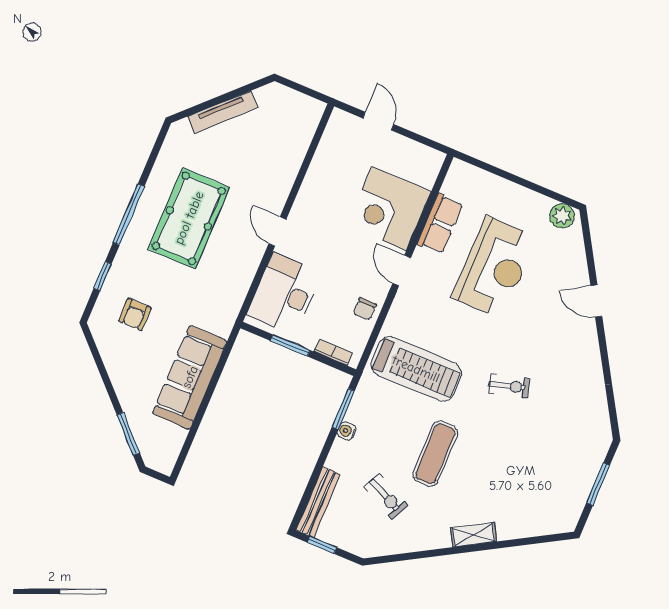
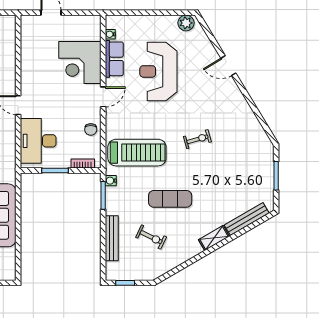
water cooler: (449, 187) -> (110, 34), added
reception desk: (494, 268) -> (158, 71), turned 180
door: (402, 271) -> (103, 97), swing flipped
water cooler: (347, 431) -> (111, 181), moved
exercise mat: (435, 454) -> (170, 199), turned 90
bench: (318, 502) -> (112, 238), moved
bench: (531, 528) -> (247, 219), added

